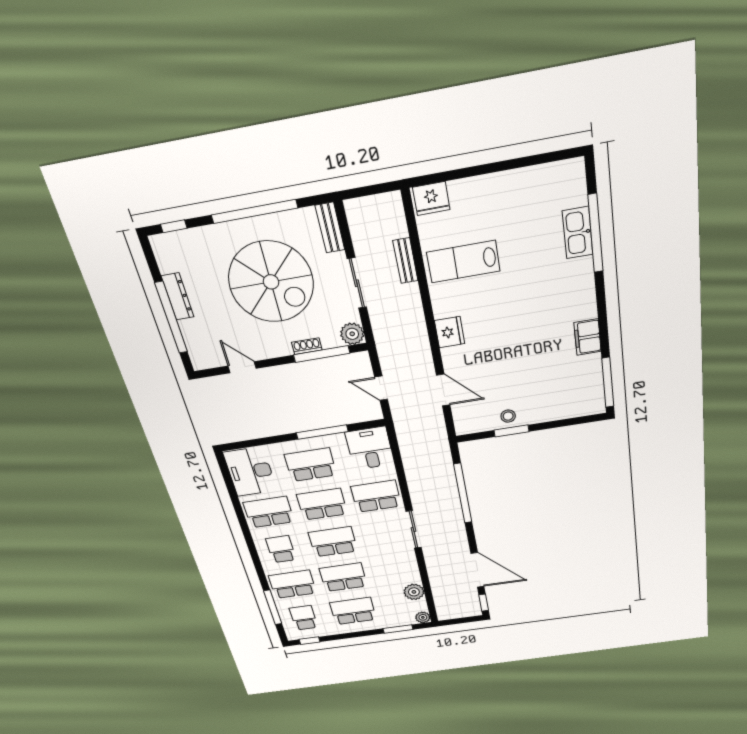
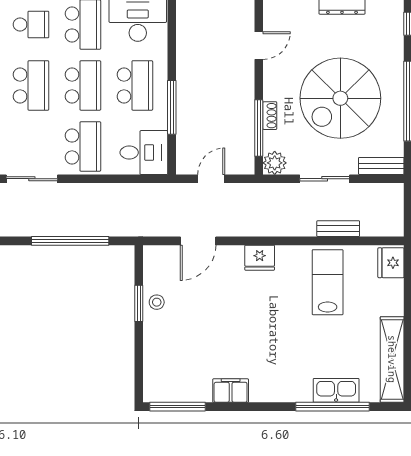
shelving: (537, 178) -> (392, 359), added

